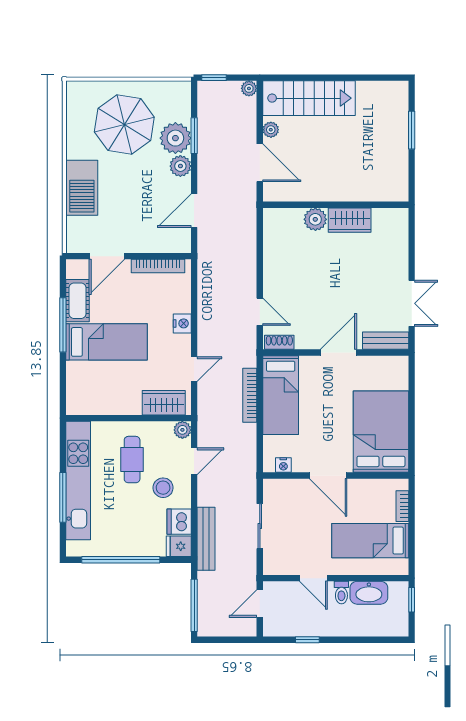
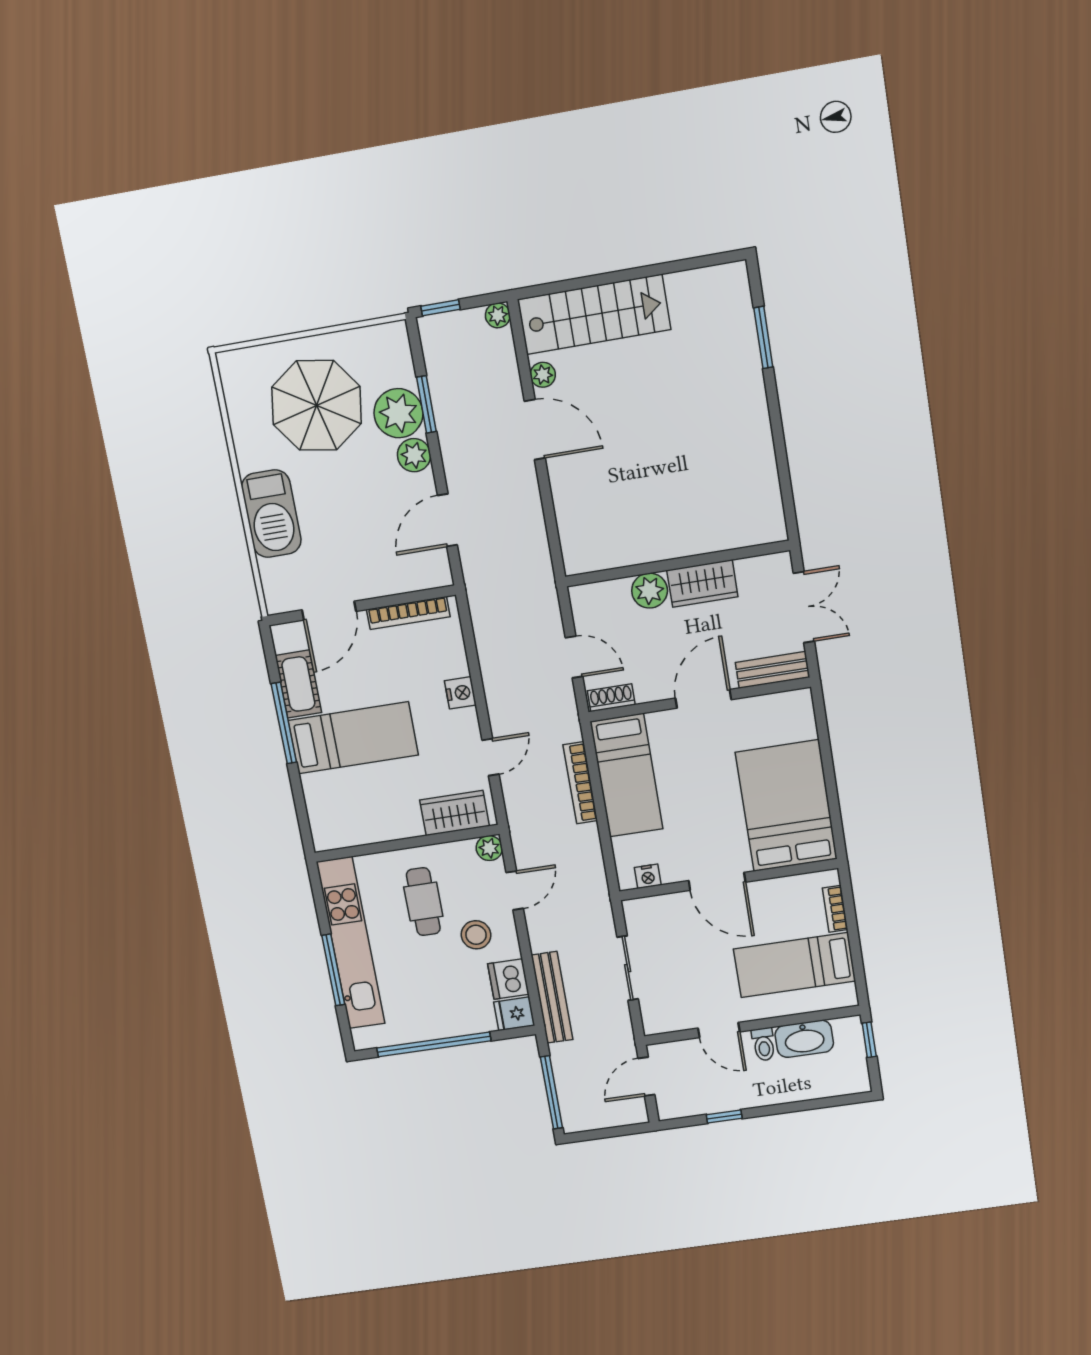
wall: (336, 205) -> (677, 563), moved
plant: (315, 219) -> (650, 591), moved
wardrobe: (350, 220) -> (702, 583), moved

